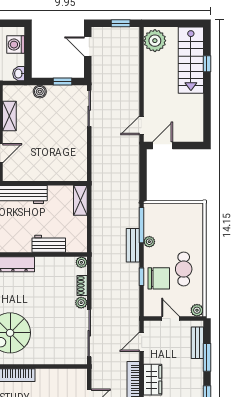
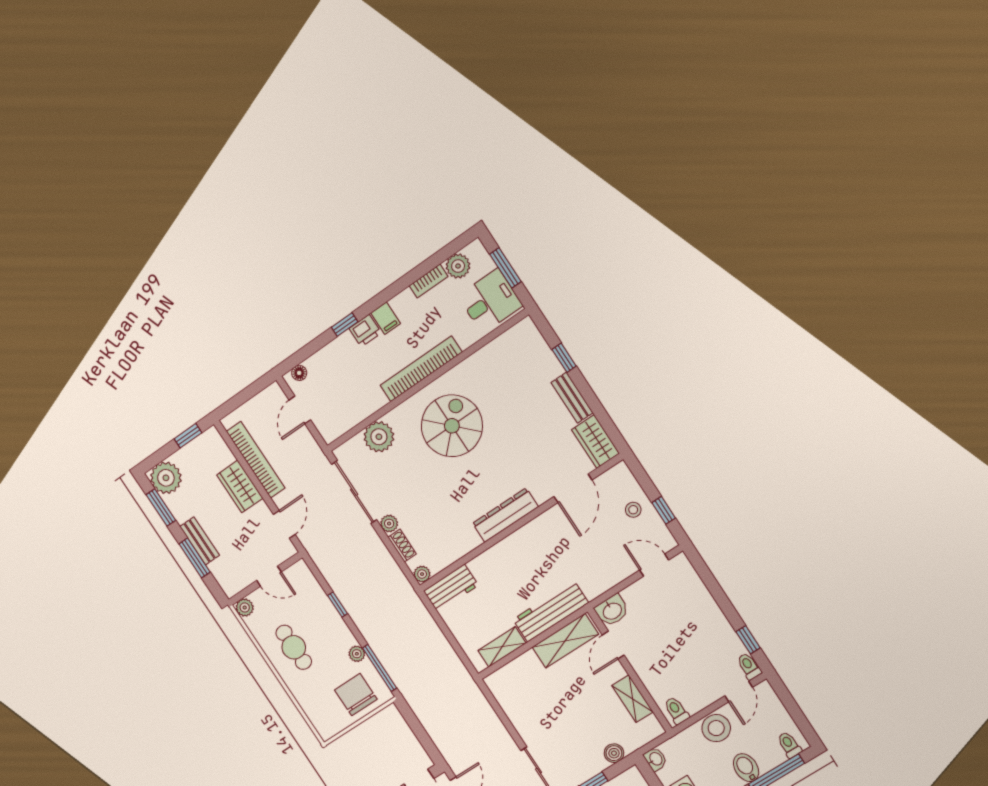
shelving: (26, 173) -> (565, 641), added
shelving: (80, 200) -> (502, 647), moved, turned 90
workbench: (49, 244) -> (451, 588), moved
bench: (133, 245) -> (374, 637), removed
chair: (159, 278) -> (356, 695), moved, turned 90
bench: (197, 343) -> (200, 541), moved
plant: (55, 354) -> (379, 437), added

